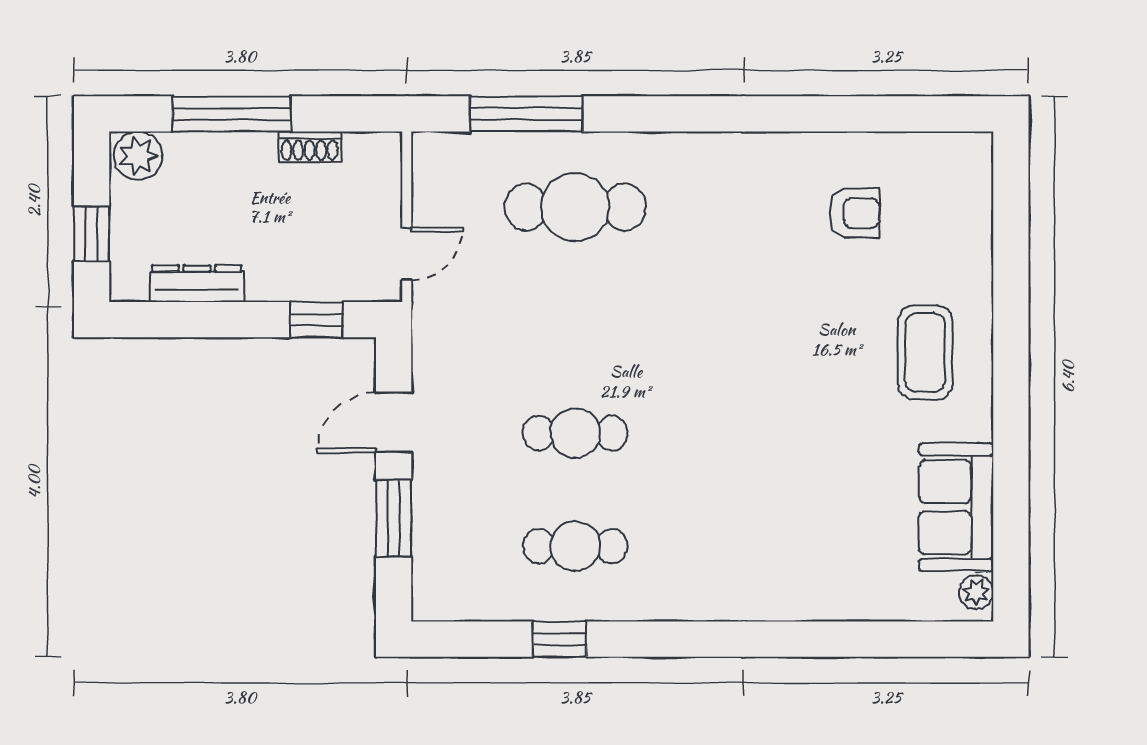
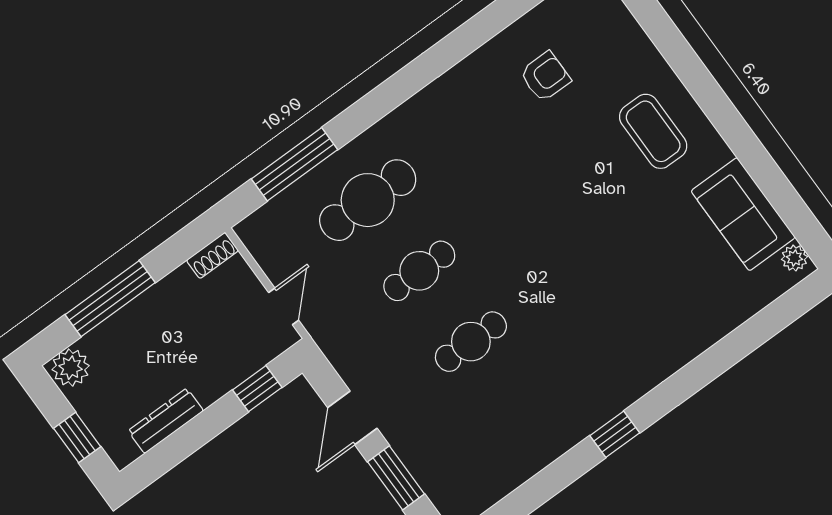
shoe rack: (310, 147) -> (212, 255), moved
cafe table: (575, 546) -> (419, 271), moved
window: (560, 639) -> (615, 434), moved

